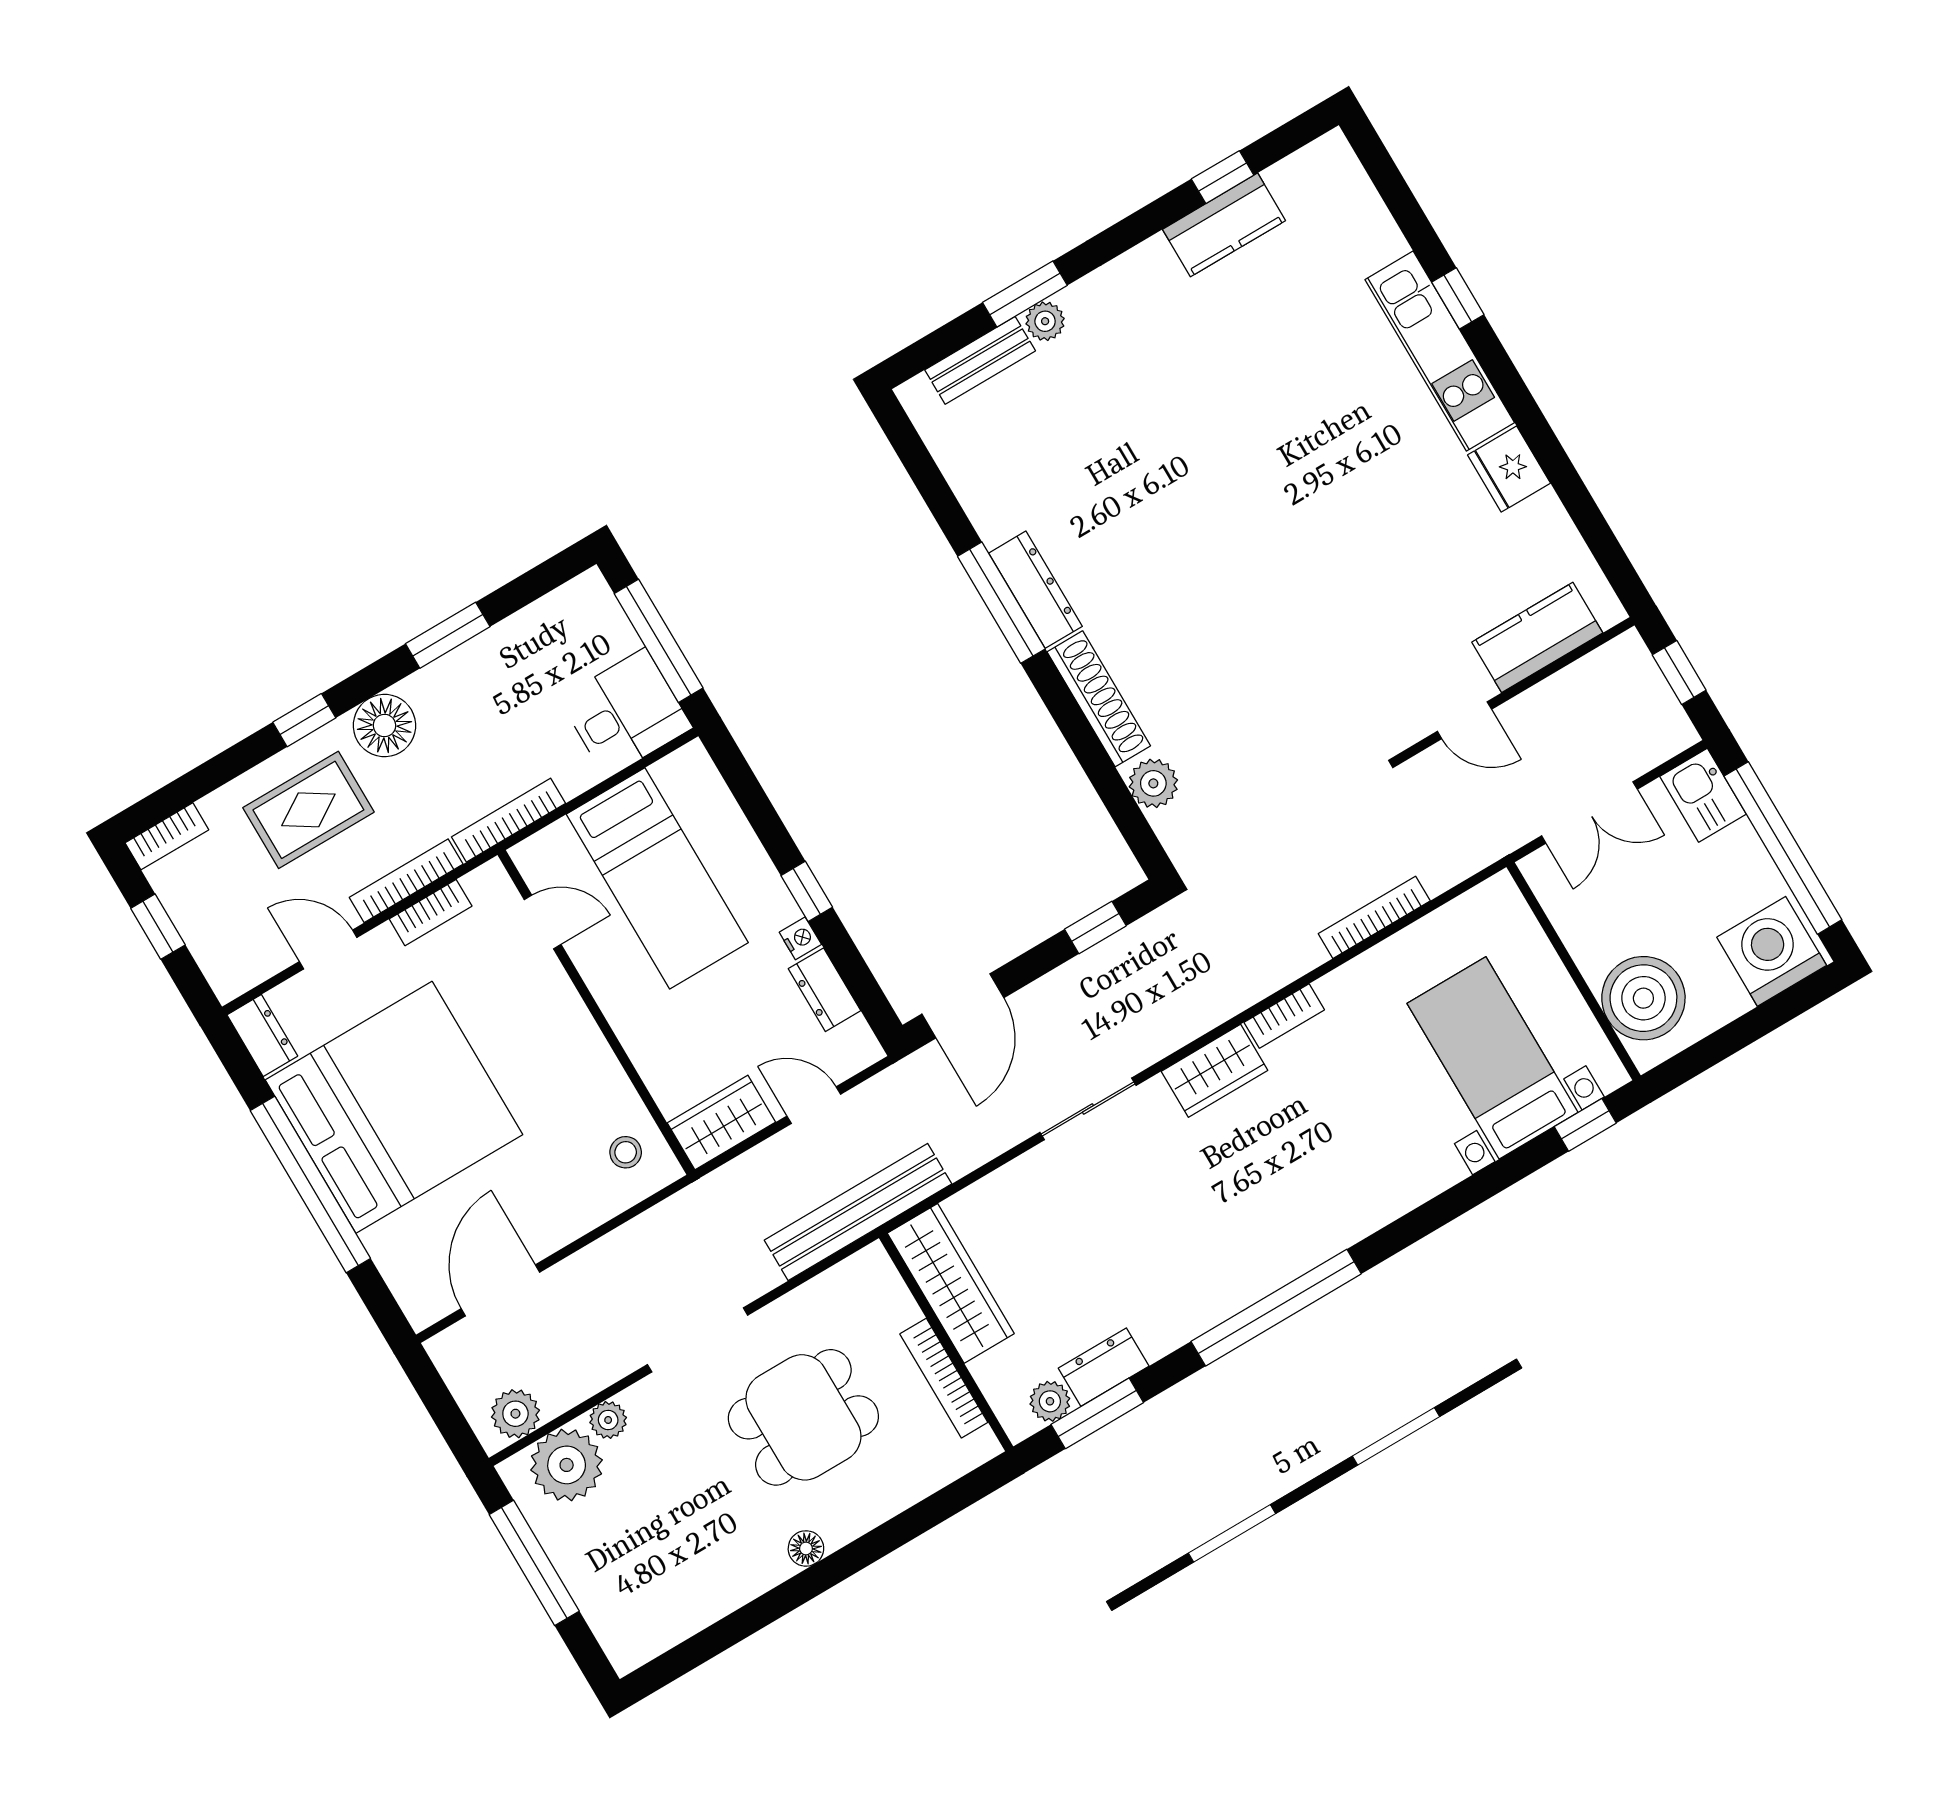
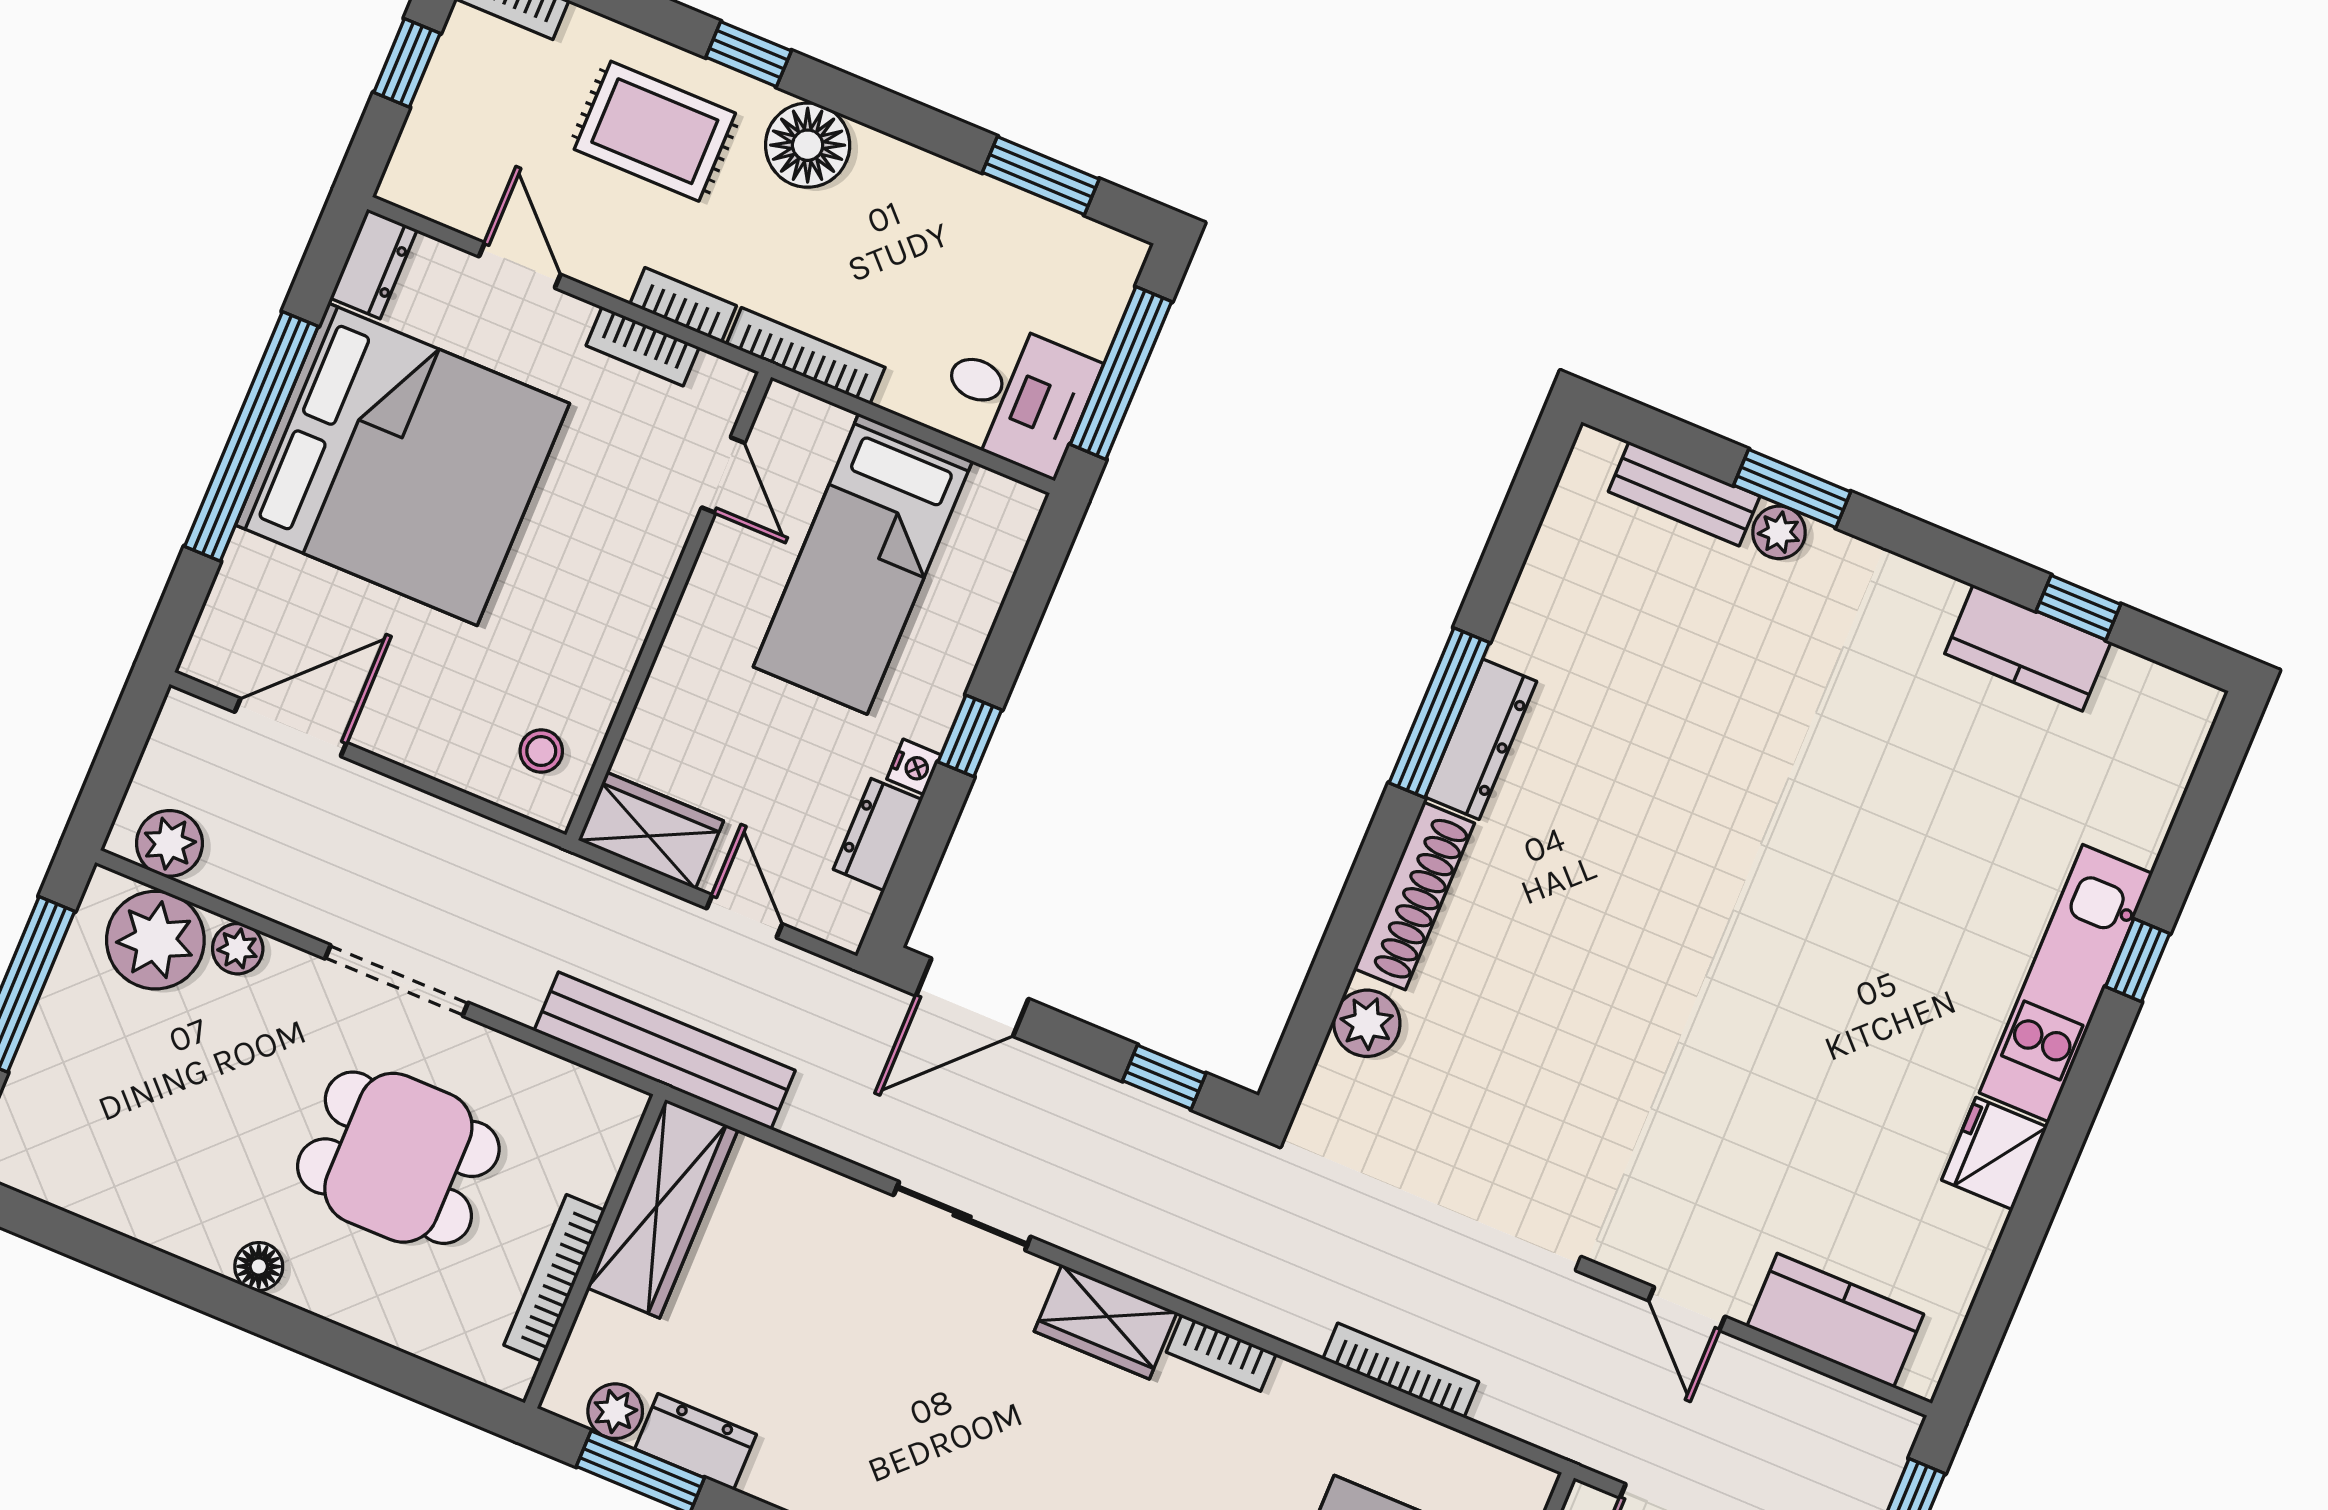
window: (448, 635) -> (1041, 176), moved
bookcase: (406, 881) -> (683, 305), width x0.64

